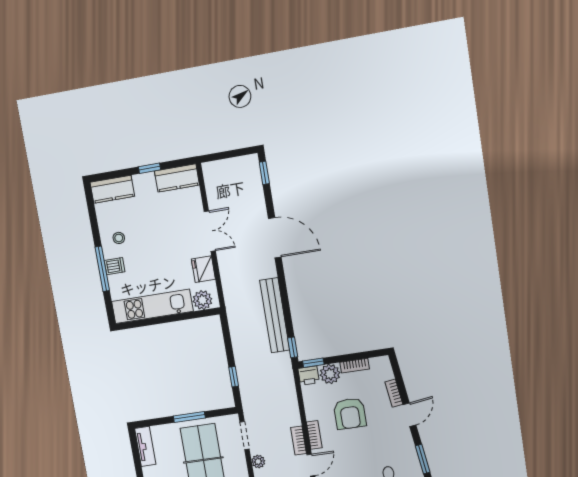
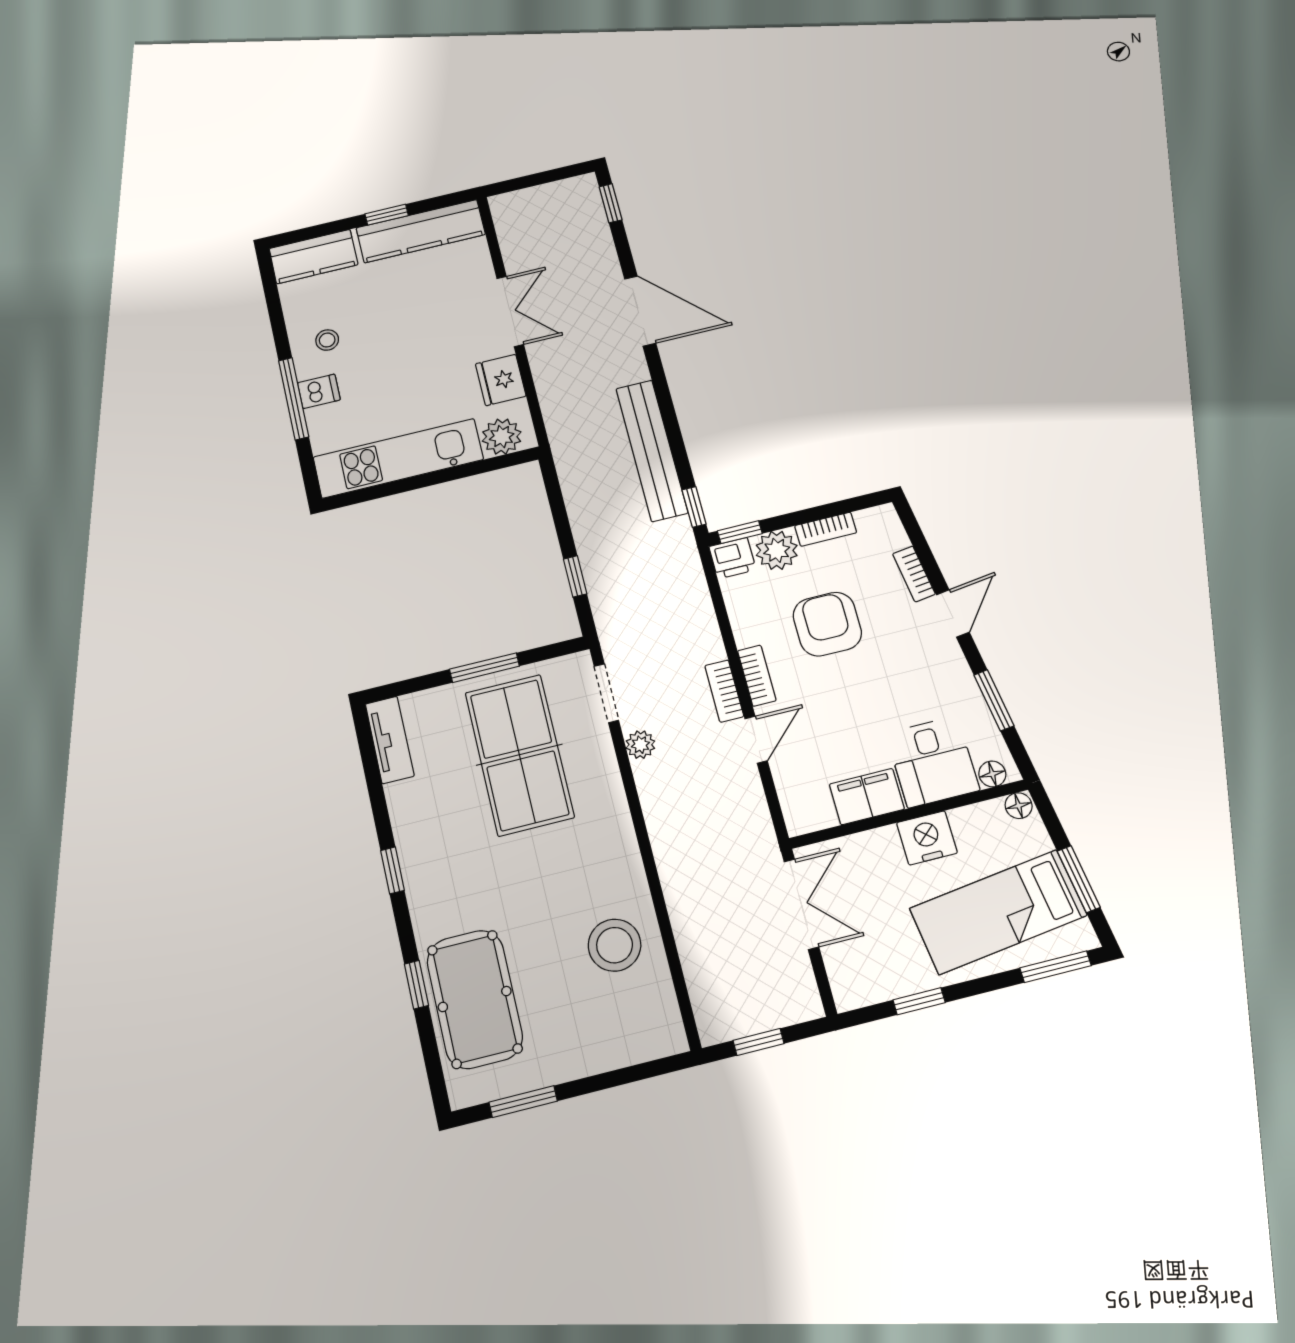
kitchen counter: (177, 178) -> (421, 231), width x1.50
armchair: (350, 413) -> (827, 624), turned 180

